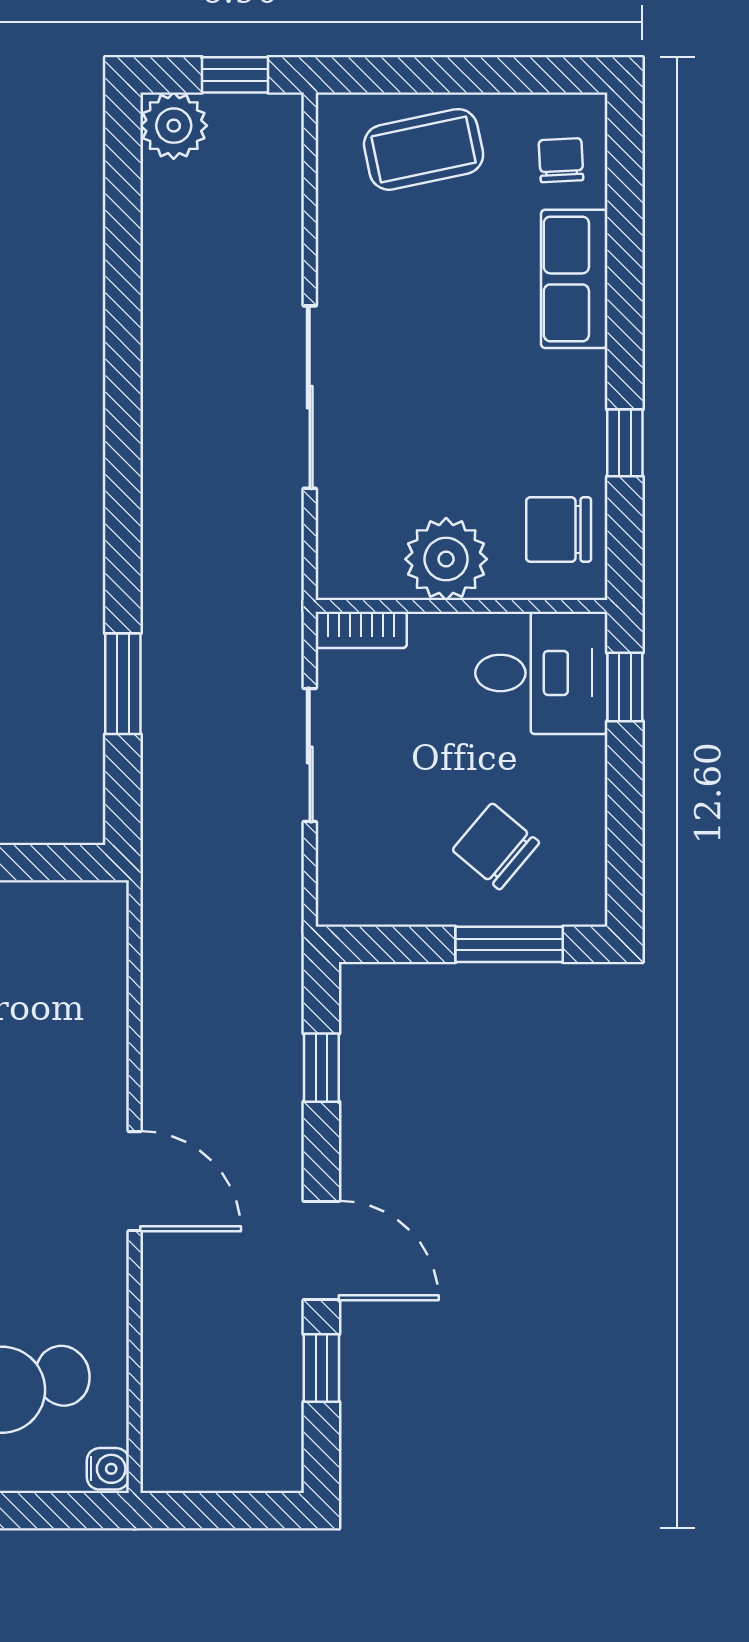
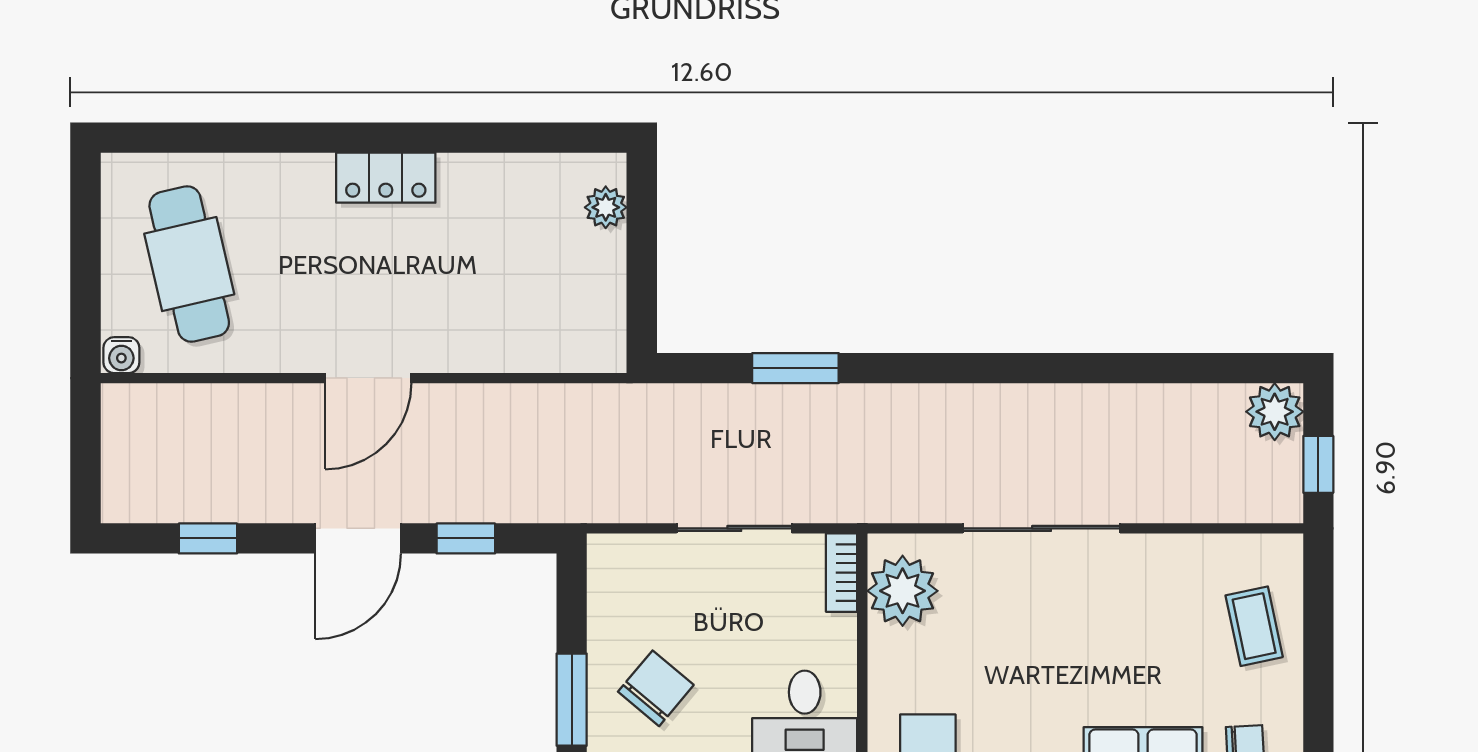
coffee table: (424, 149) -> (1254, 626), width x0.73, depth x0.77
plant: (446, 559) -> (903, 591), moved
door: (321, 1250) -> (358, 538), moved

